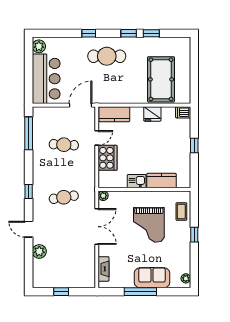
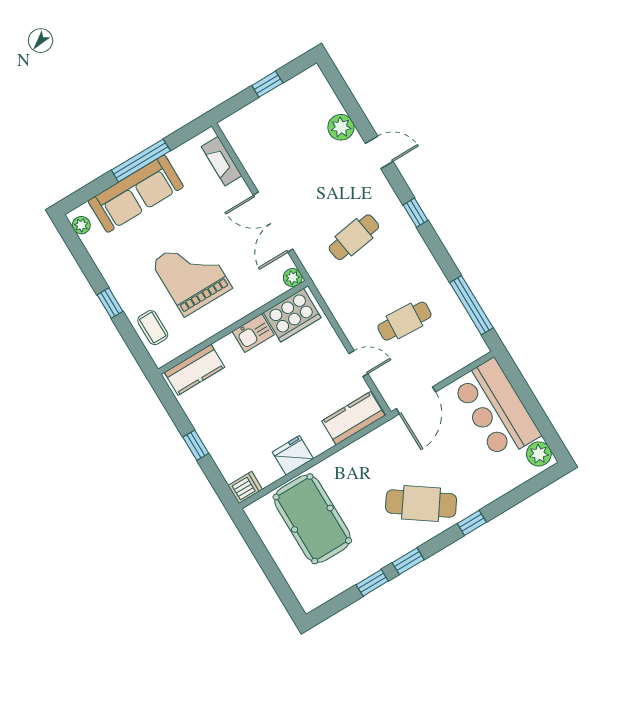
cafe table: (107, 56) -> (421, 504), turned 35
door: (97, 138) -> (358, 364), swing flipped
cooker: (108, 158) -> (292, 315), moved, turned -90
kitchen counter: (161, 181) -> (194, 370), moved
sofa: (152, 278) -> (136, 194), width x1.36

